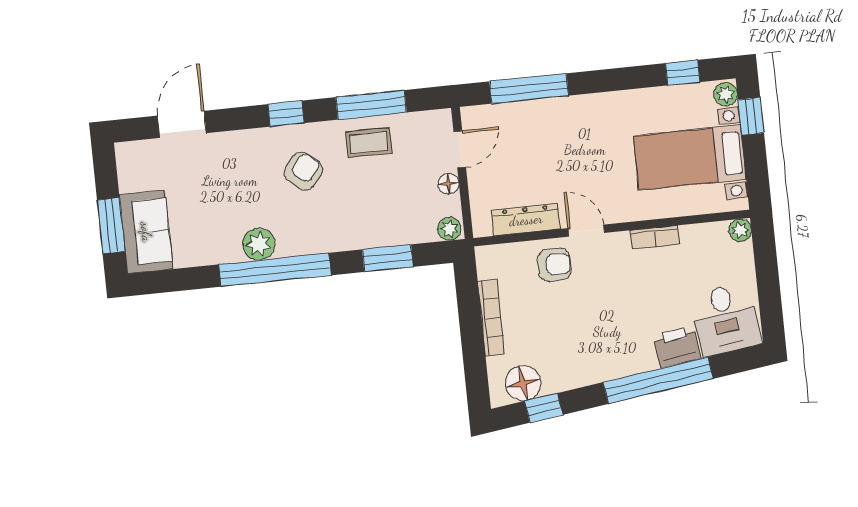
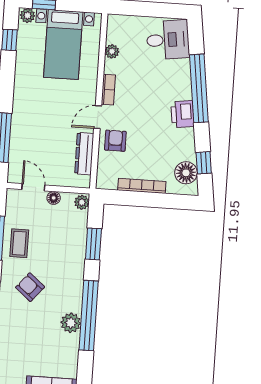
plant: (740, 230) -> (112, 51), moved
bookcase: (655, 237) -> (108, 90), moved
printer: (677, 347) -> (183, 114), moved

